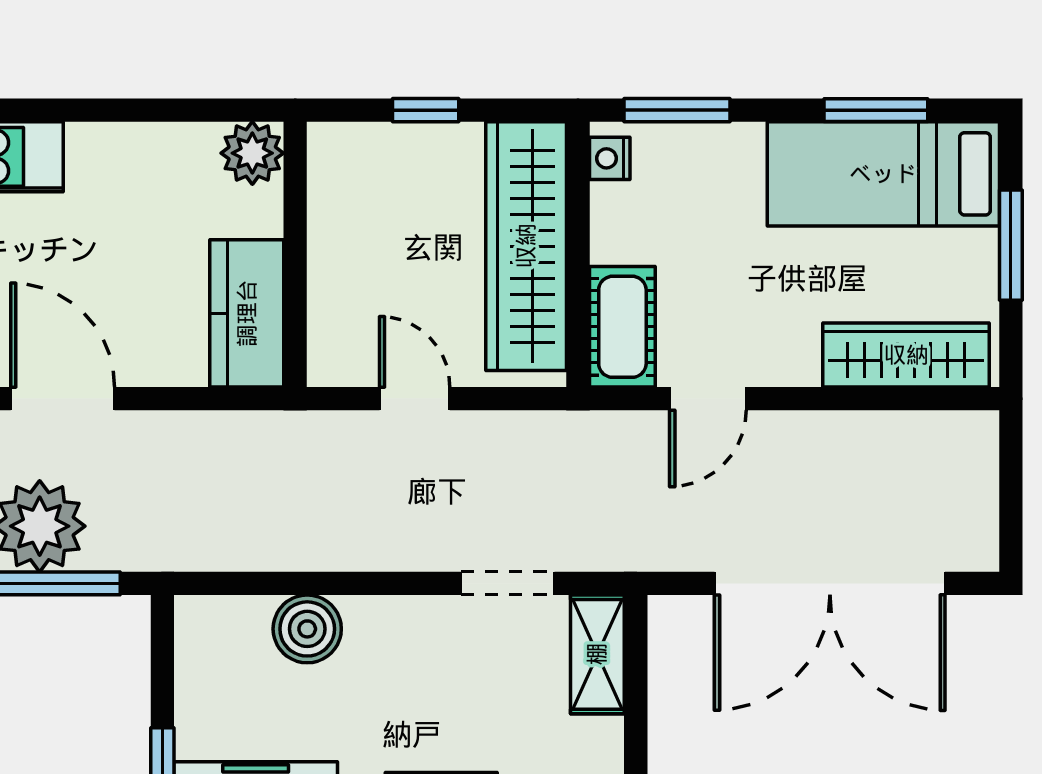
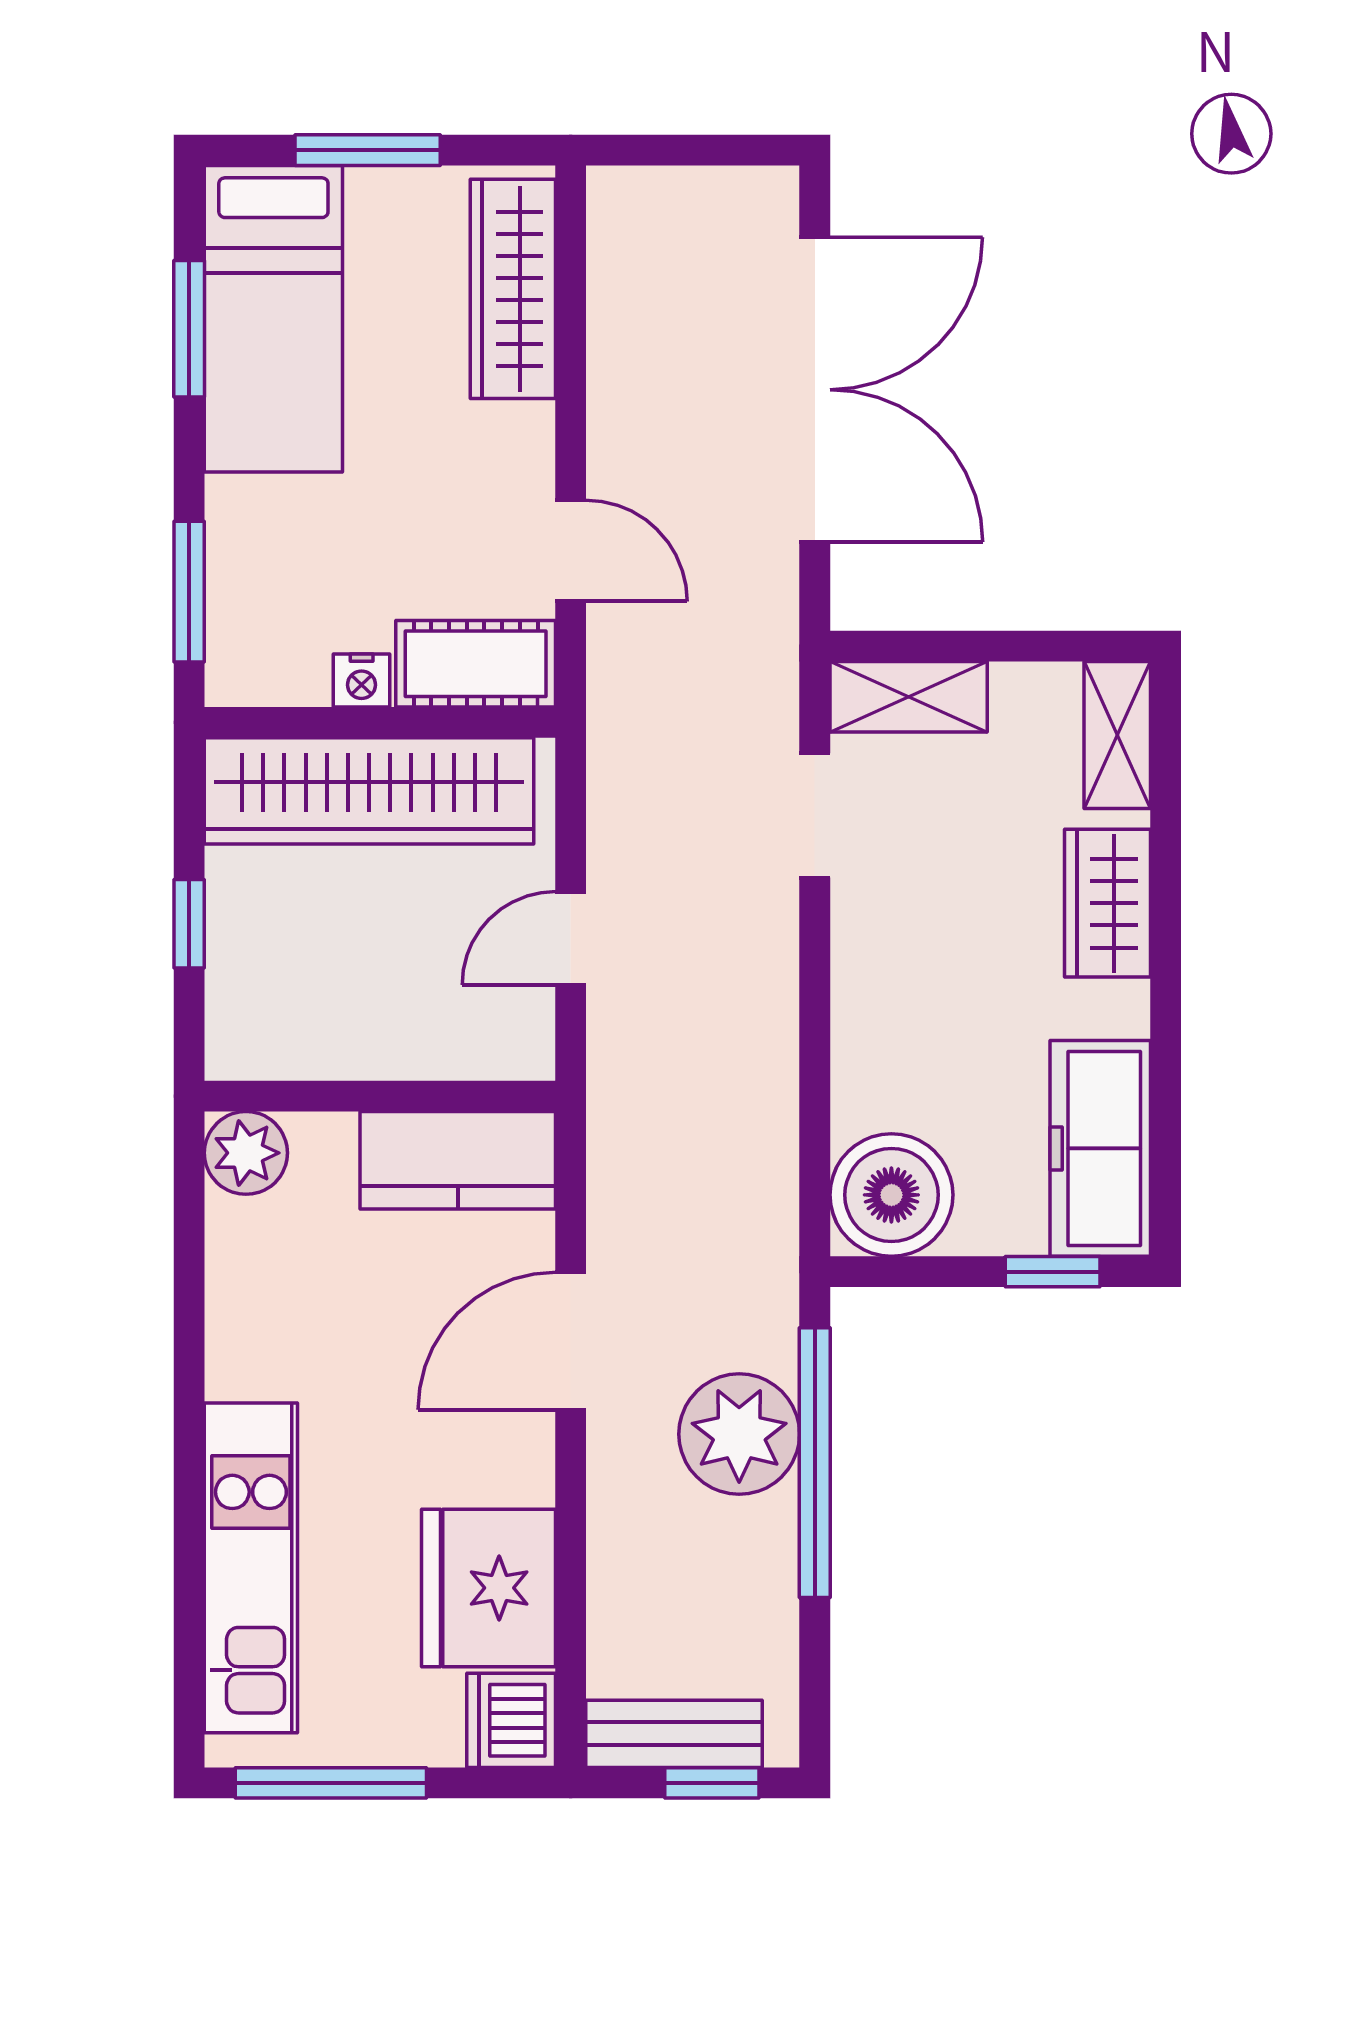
nightstand: (610, 158) -> (362, 681), moved
door: (63, 399) -> (571, 1341), moved
boiler: (307, 629) -> (891, 1195), moved, width x1.37, depth x1.37

